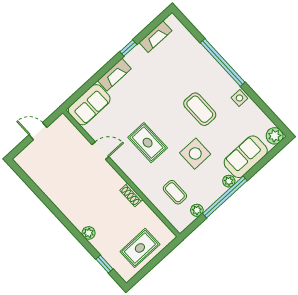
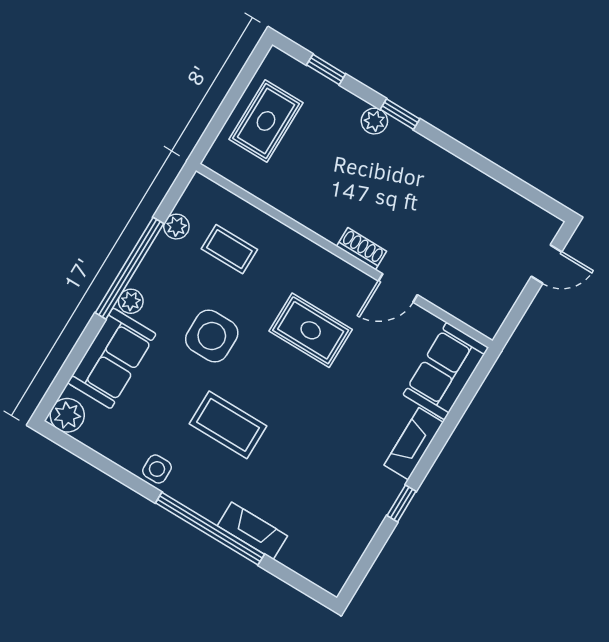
fireplace: (155, 37) -> (252, 531), moved, turned 90
door: (38, 131) -> (546, 264), moved
shoe rack: (131, 195) -> (362, 249), moved
window: (76, 233) -> (400, 114), added

